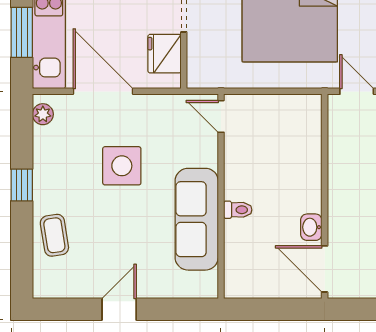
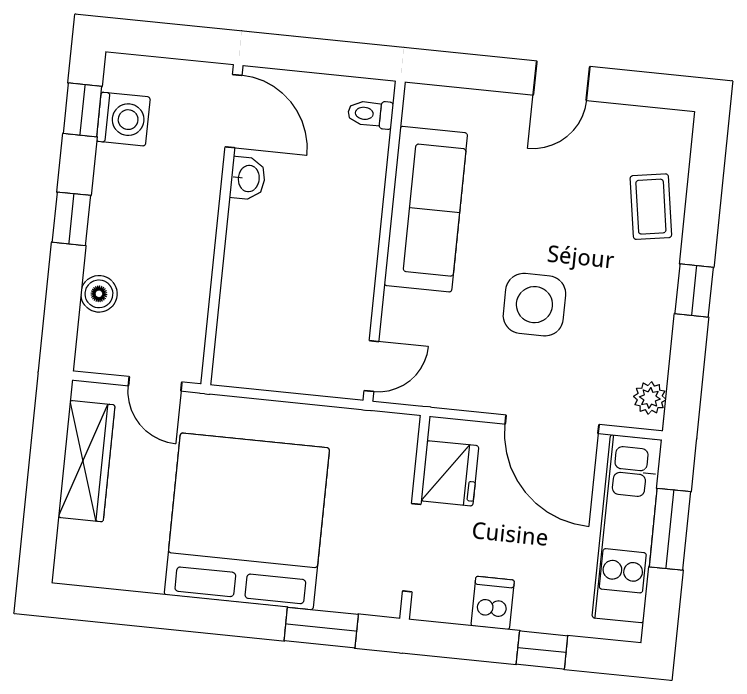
door: (221, 116) -> (371, 366), hinge flipped
toilet: (238, 210) -> (370, 114), moved

